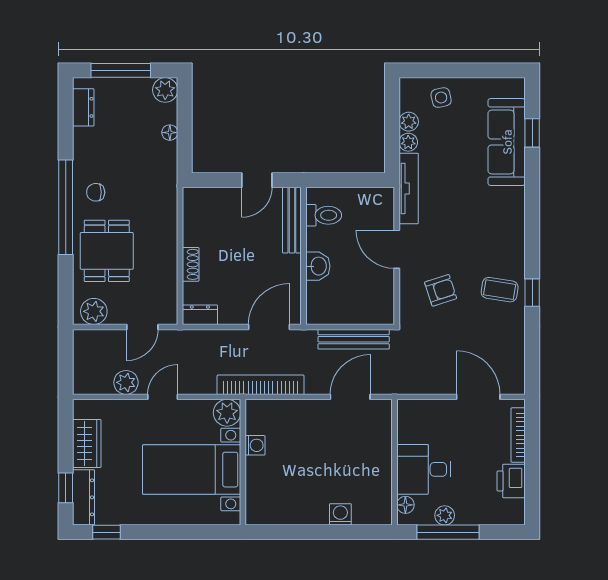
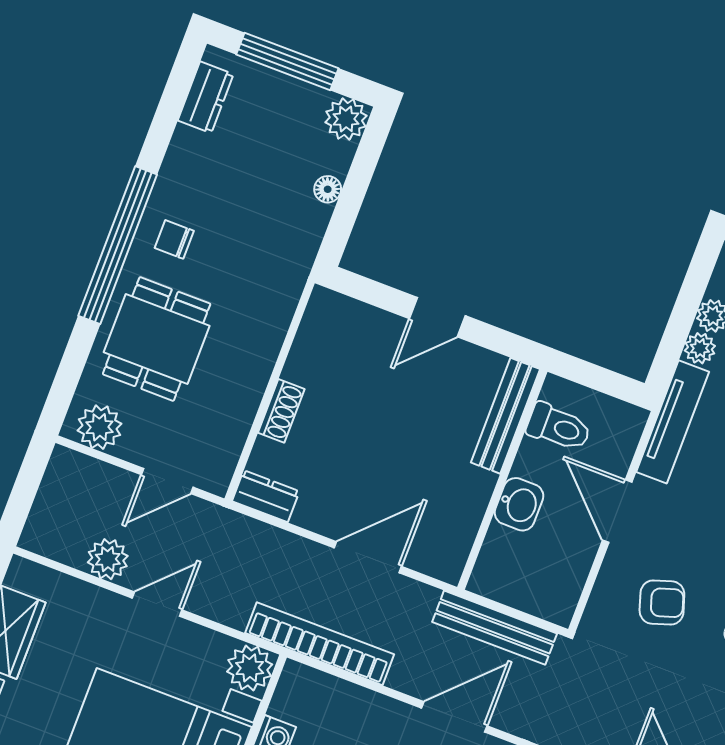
toilet: (324, 215) -> (559, 427), moved
bench: (292, 220) -> (505, 416), moved
wall: (304, 256) -> (502, 479), moved
washbasin: (318, 266) -> (519, 504), moved

